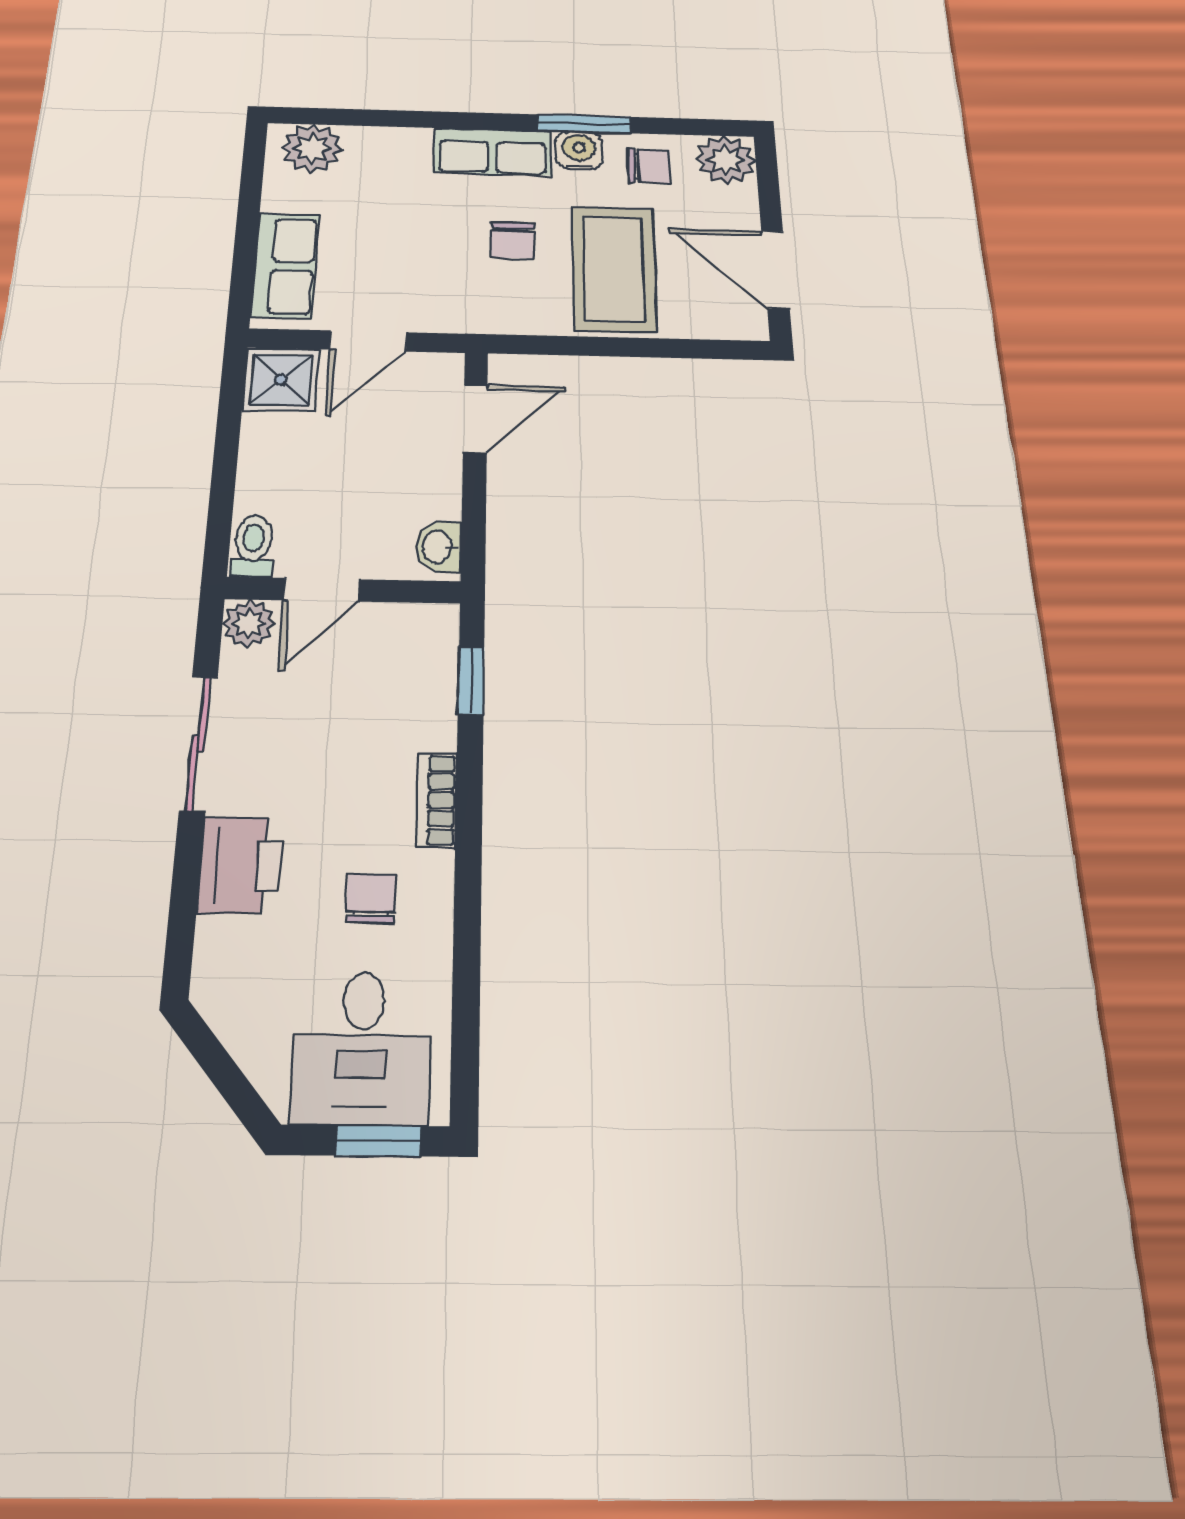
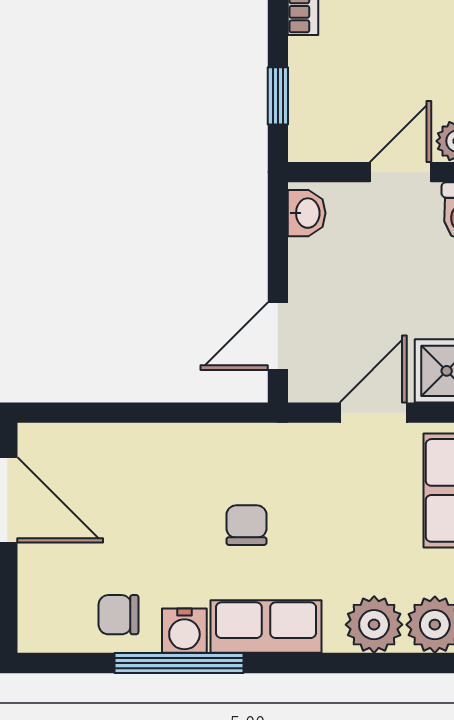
window: (584, 124) -> (179, 663), width x1.44
plant: (726, 160) -> (374, 625), moved
coffee table: (614, 268) -> (155, 497), removed

